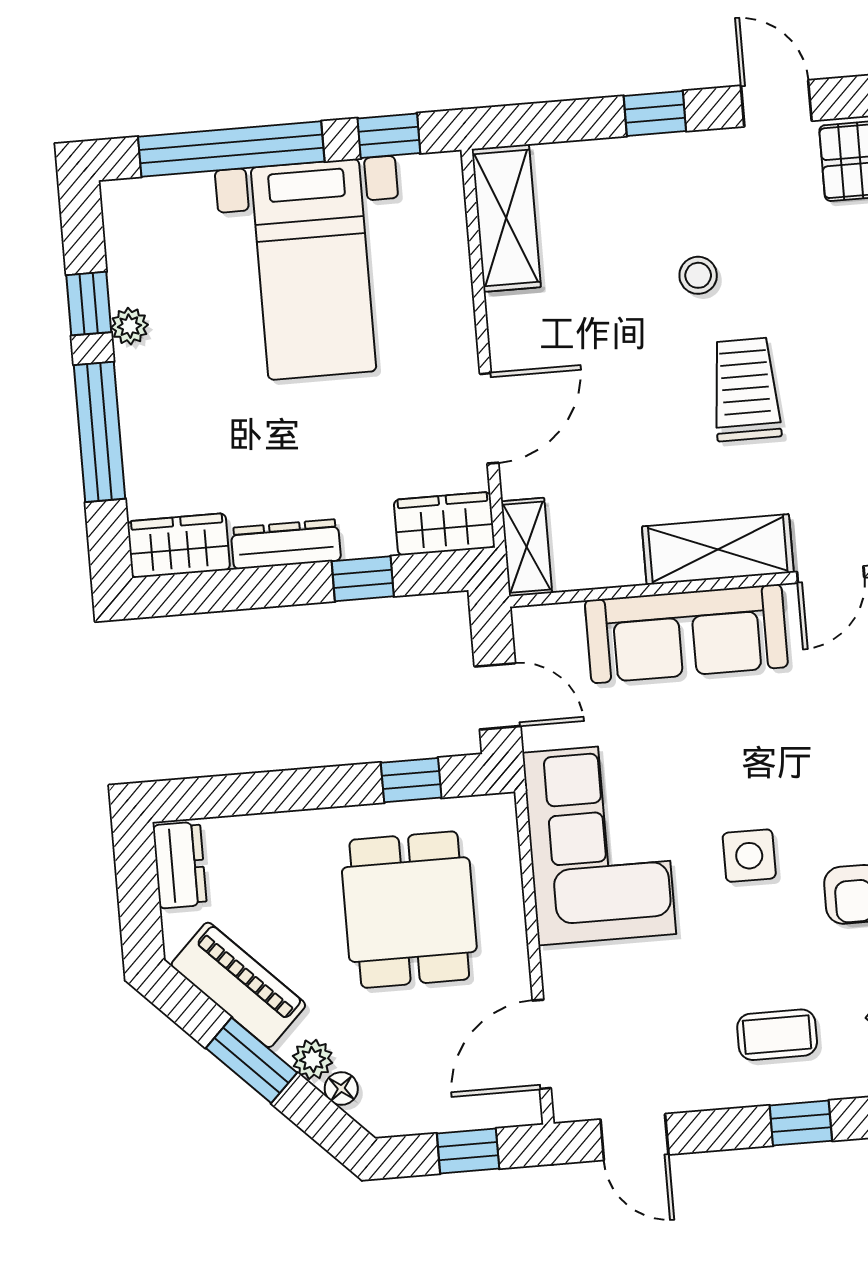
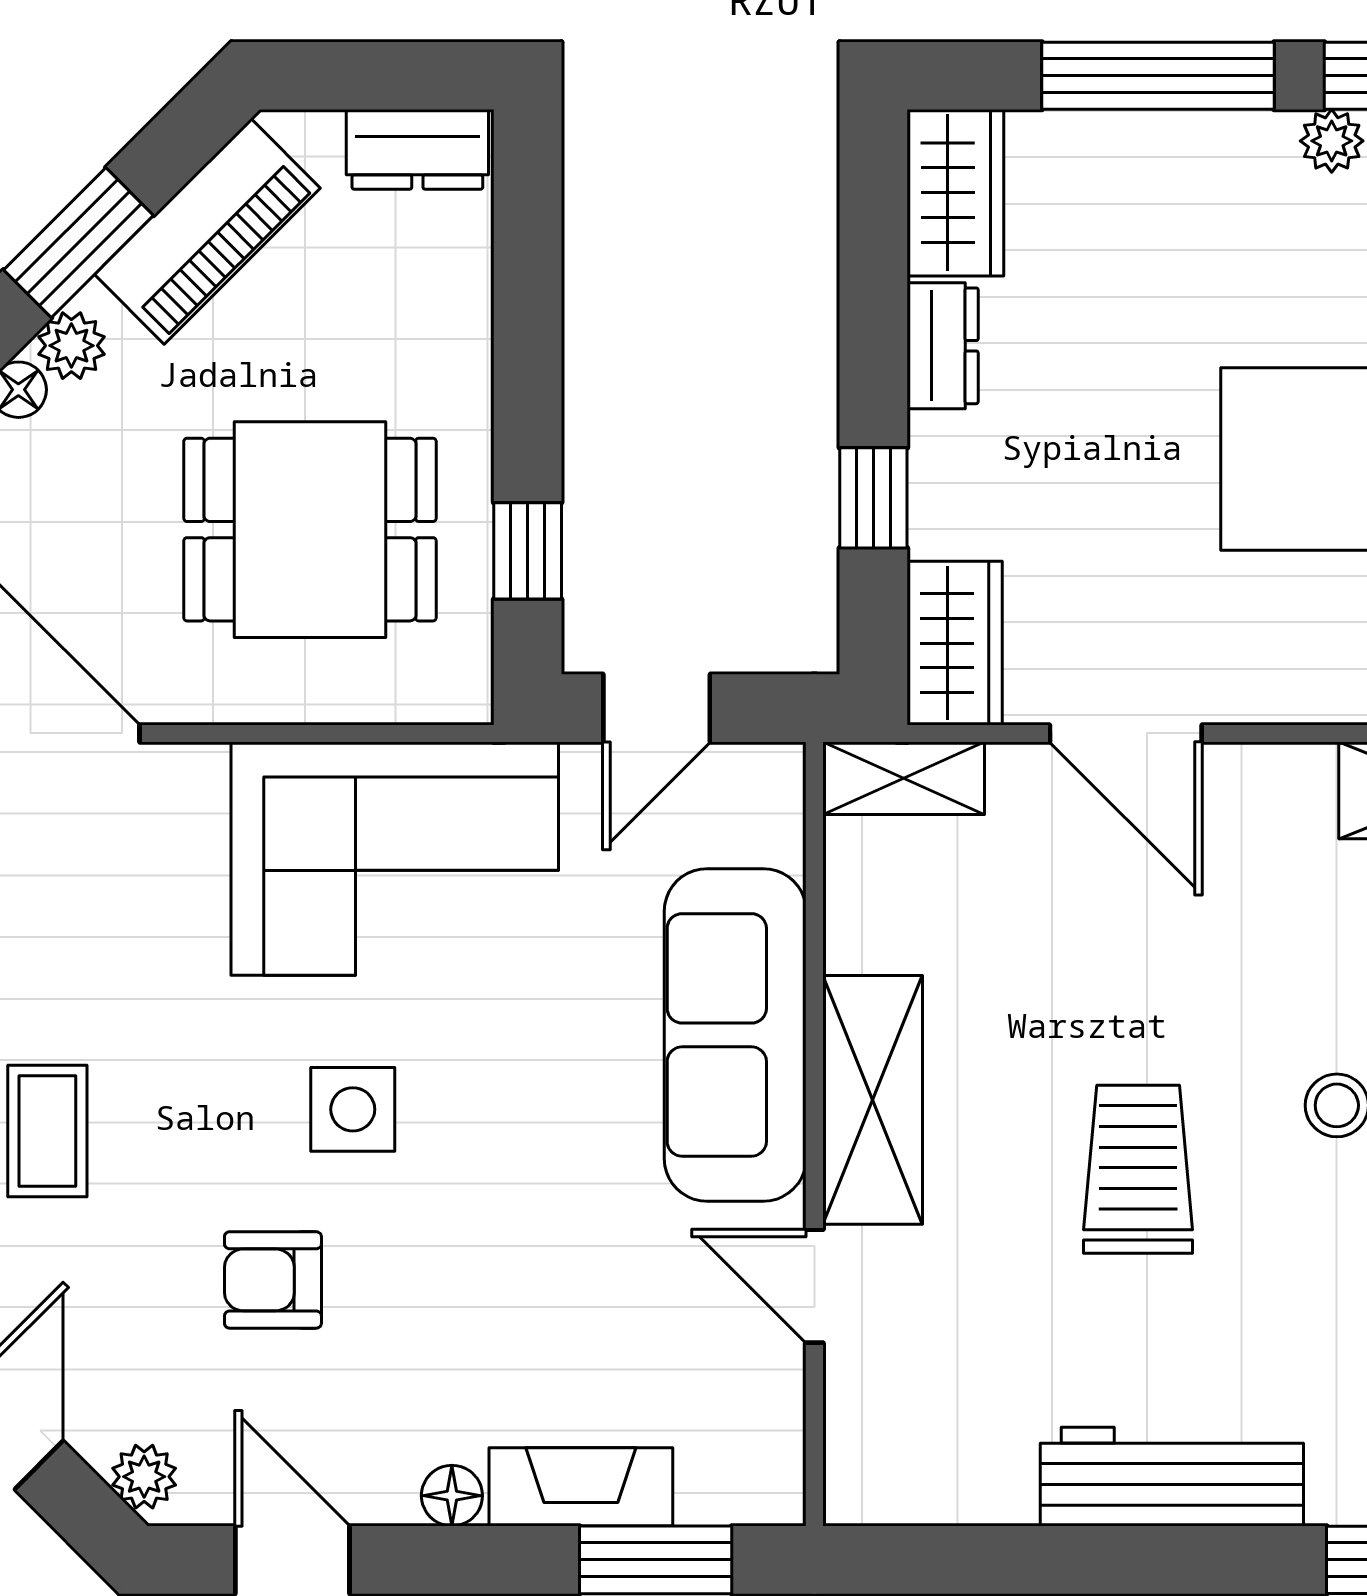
trolley: (746, 389) -> (1138, 1169), turned -90
dresser: (286, 544) -> (943, 346), width x0.70

